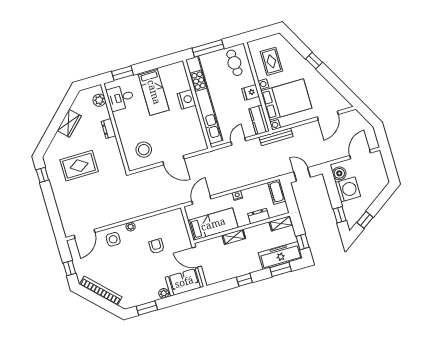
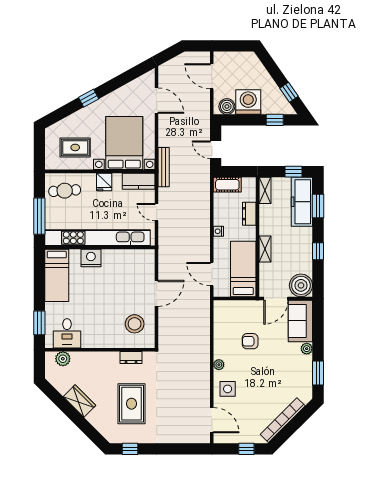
bed: (154, 92) -> (57, 275), moved, turned 90
dresser: (109, 129) -> (131, 357), moved
door: (302, 174) -> (216, 150), hinge flipped
boiler: (213, 274) -> (301, 285), added

